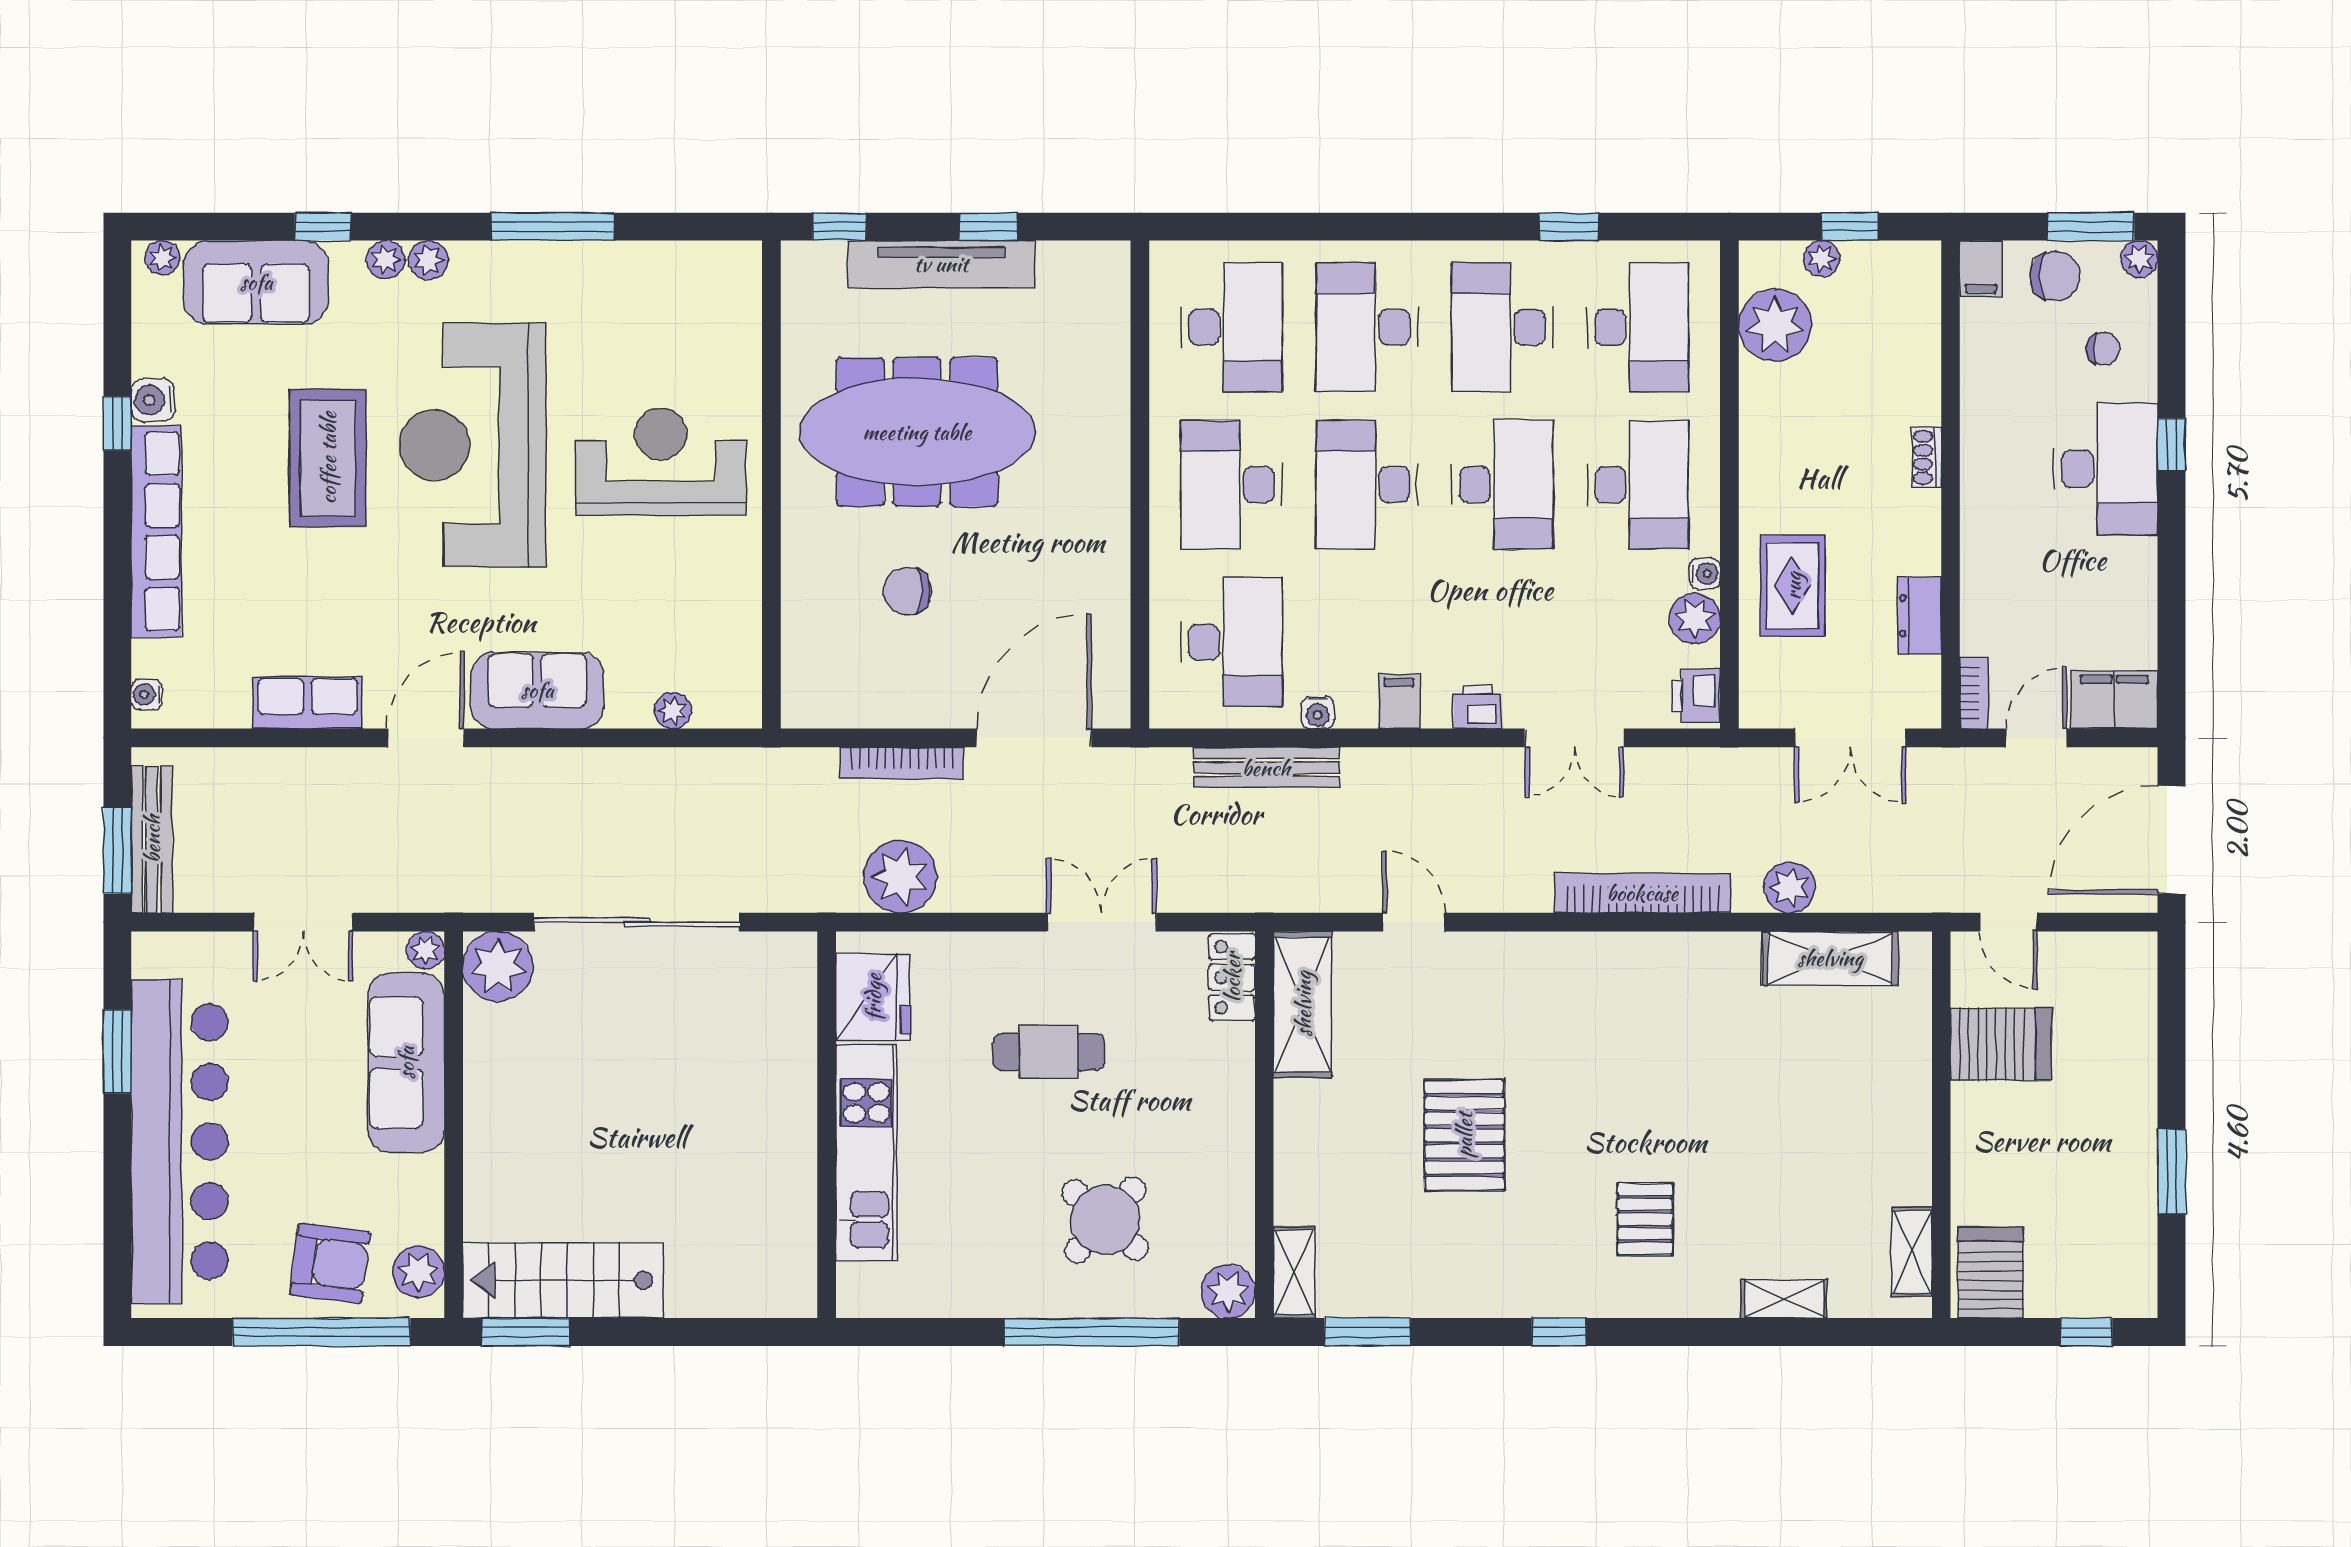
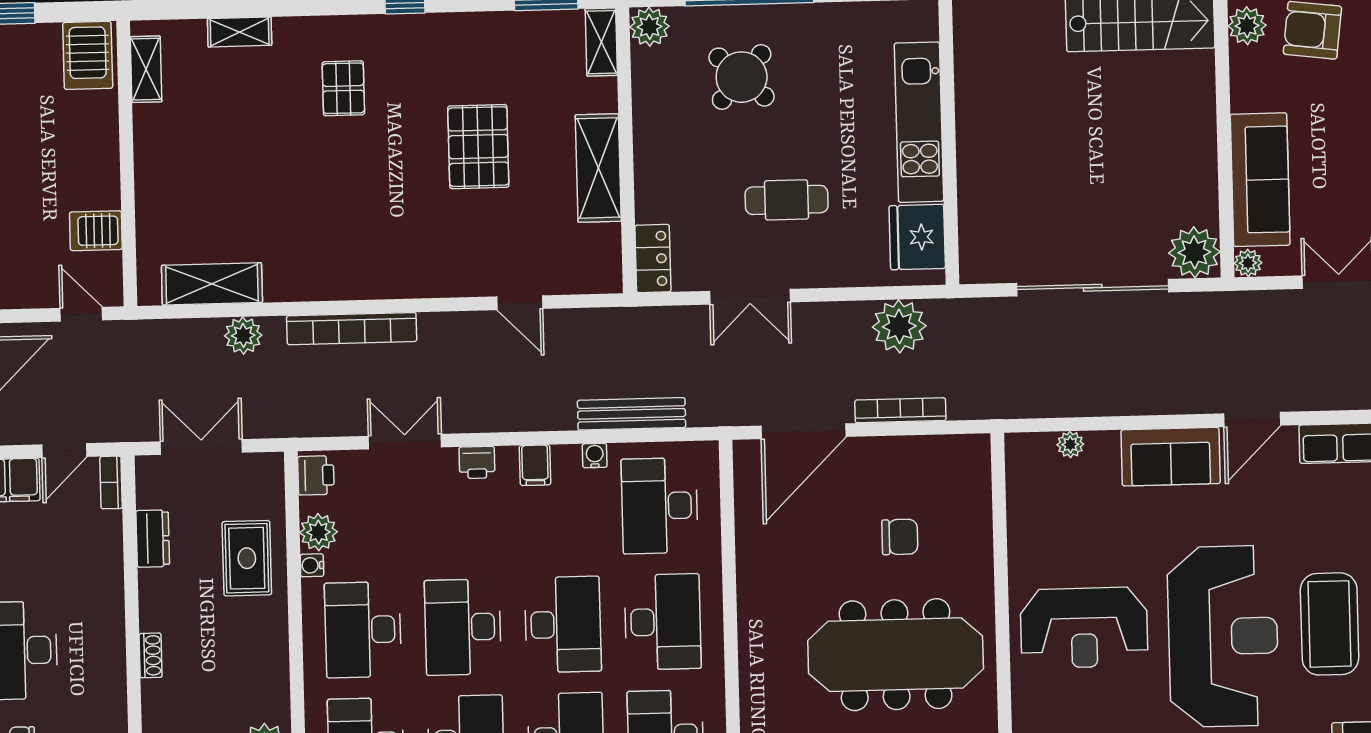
shelving: (1303, 1004) -> (598, 168), moved
server rack: (2001, 1044) -> (96, 231), width x0.73, depth x0.70

